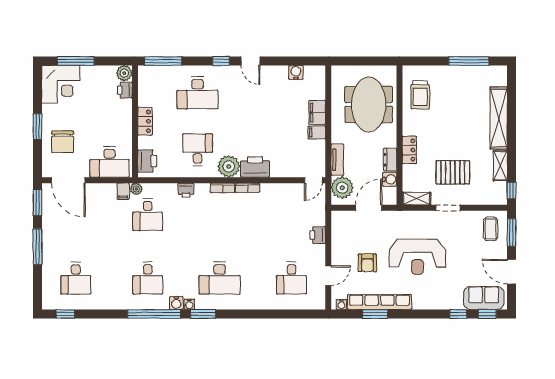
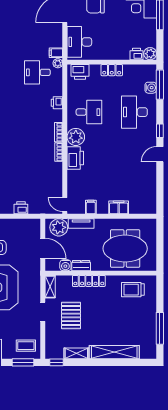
water cooler: (296, 72) -> (151, 88), moved
filing cabinet: (317, 132) -> (91, 207), moved
locker: (409, 150) -> (89, 281), width x1.53

